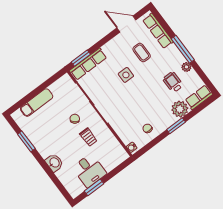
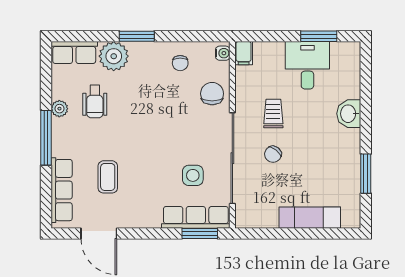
side table: (126, 75) -> (193, 175), moved
chair: (123, 125) -> (212, 94), added
filing cabinet: (122, 154) -> (244, 53), added

